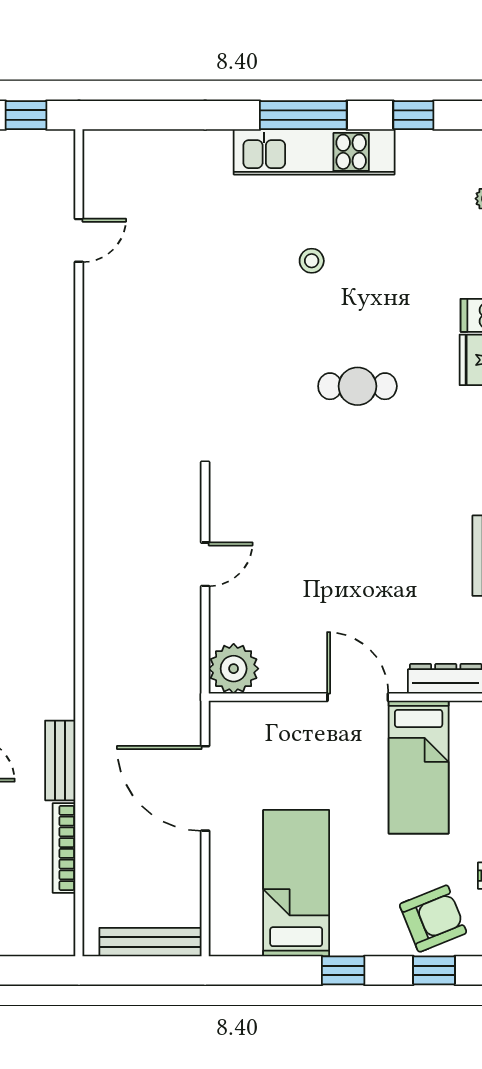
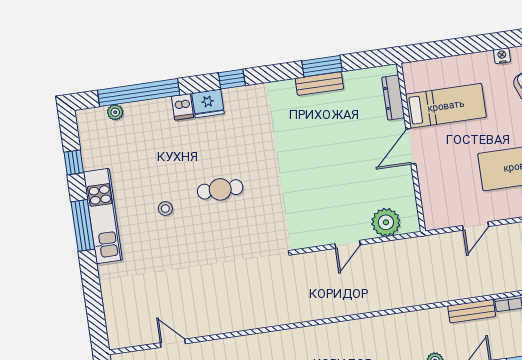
cafe table: (357, 386) -> (220, 189), moved, turned 90
door: (205, 564) -> (348, 244), swing flipped
plant: (234, 669) -> (386, 222), moved
door: (205, 788) -> (476, 226), width x0.53

